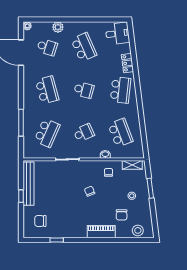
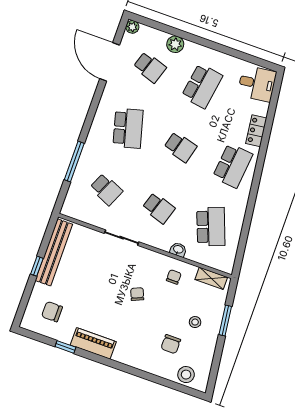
school desk: (84, 47) -> (202, 86), turned 33
school desk: (47, 133) -> (106, 189), width x0.54
school desk: (84, 133) -> (159, 208), turned 42
piano: (101, 232) -> (93, 343), moved

